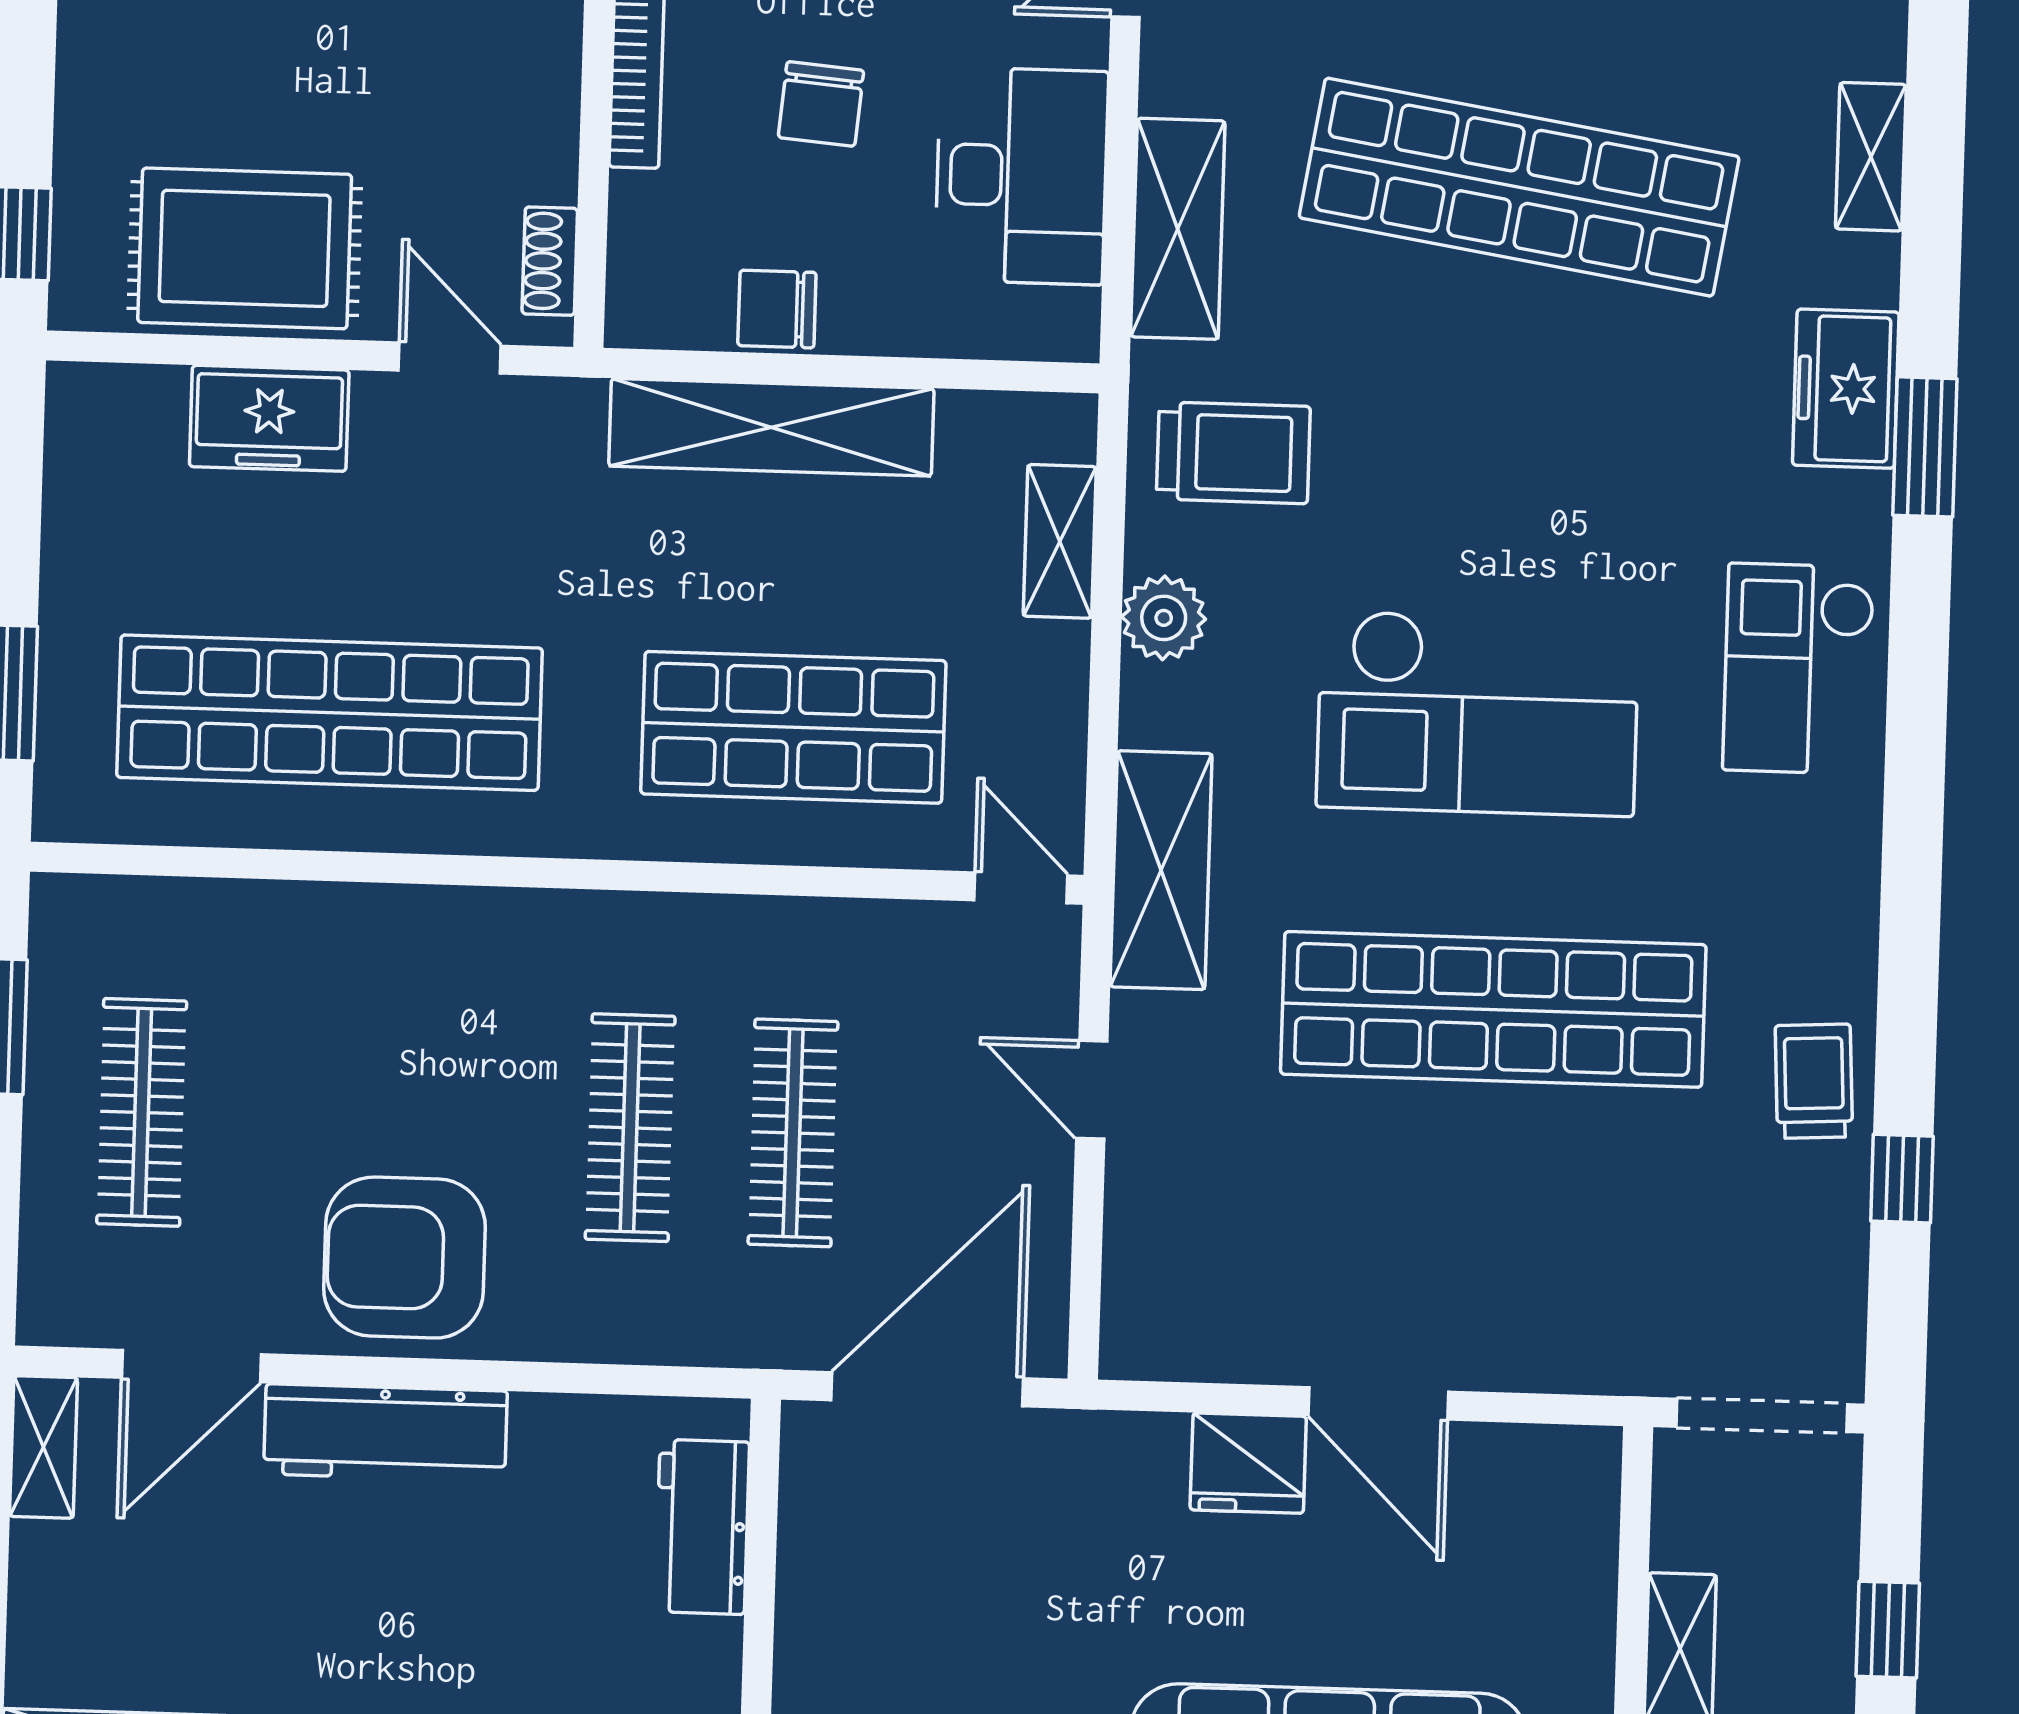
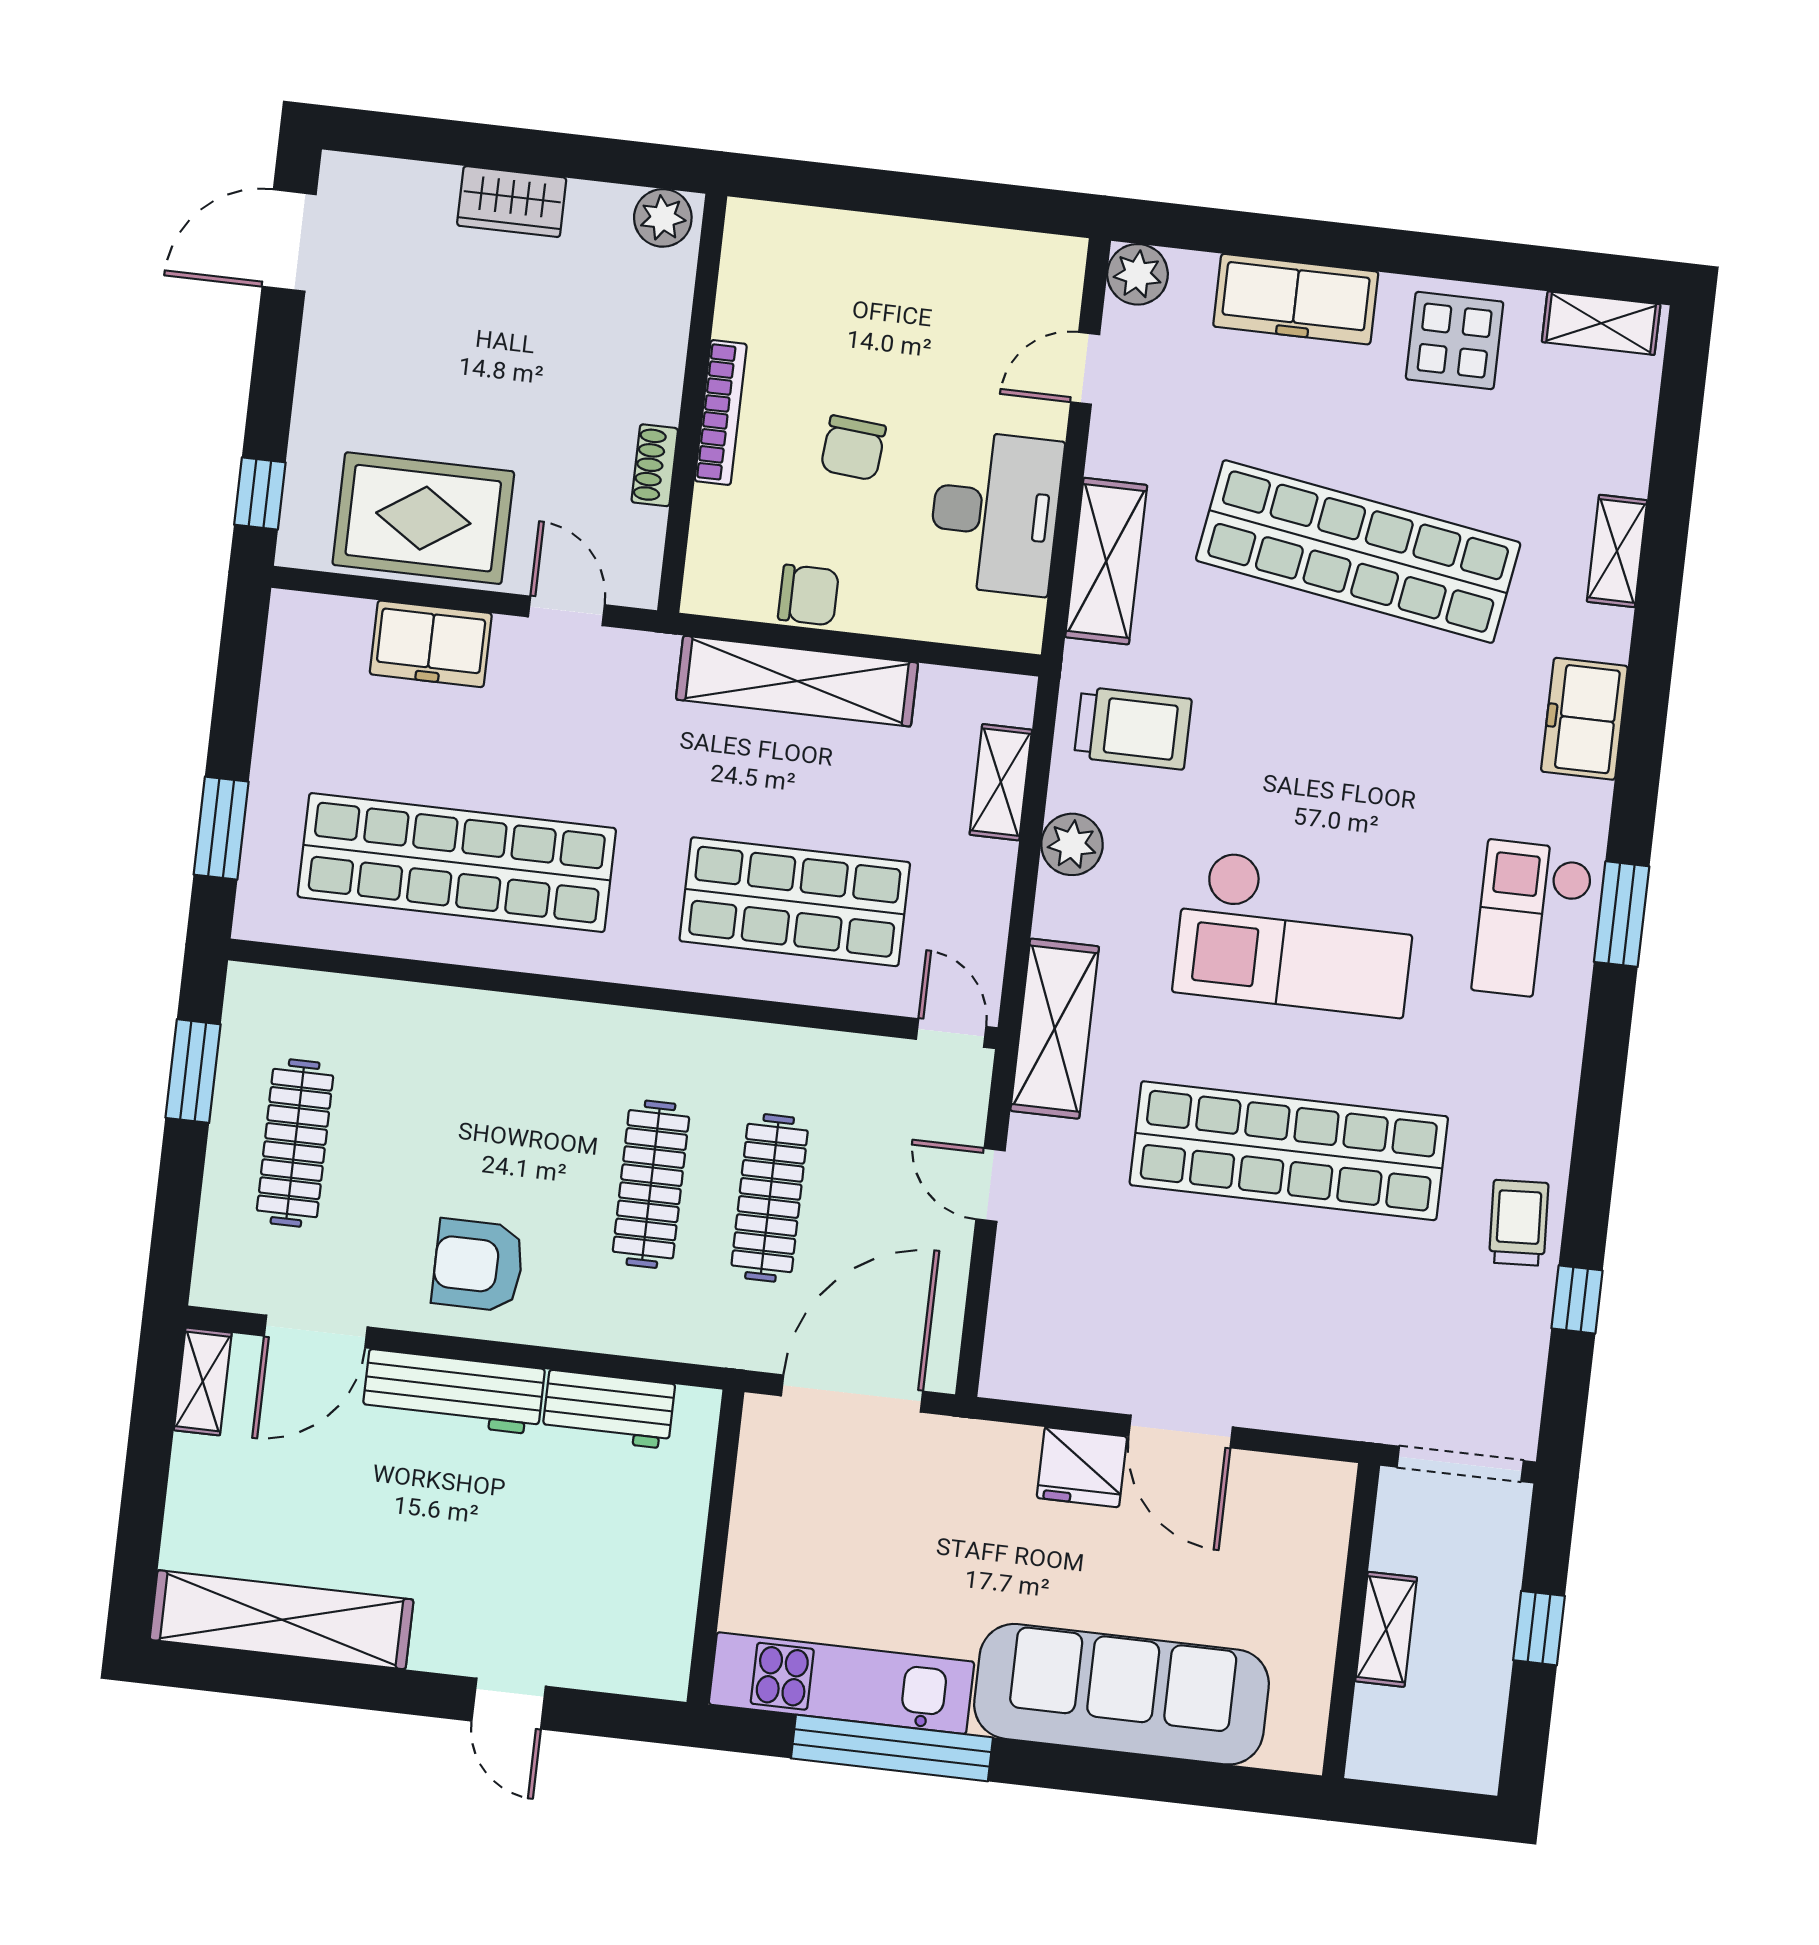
shoe rack: (550, 261) -> (655, 465), moved
chair: (777, 309) -> (808, 595), turned 180
window: (1925, 447) -> (1622, 914), moved
armchair: (404, 1258) -> (478, 1265), width x0.73, depth x0.73
workbench: (702, 1527) -> (609, 1409), moved, turned -90

